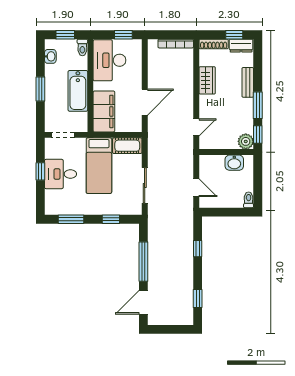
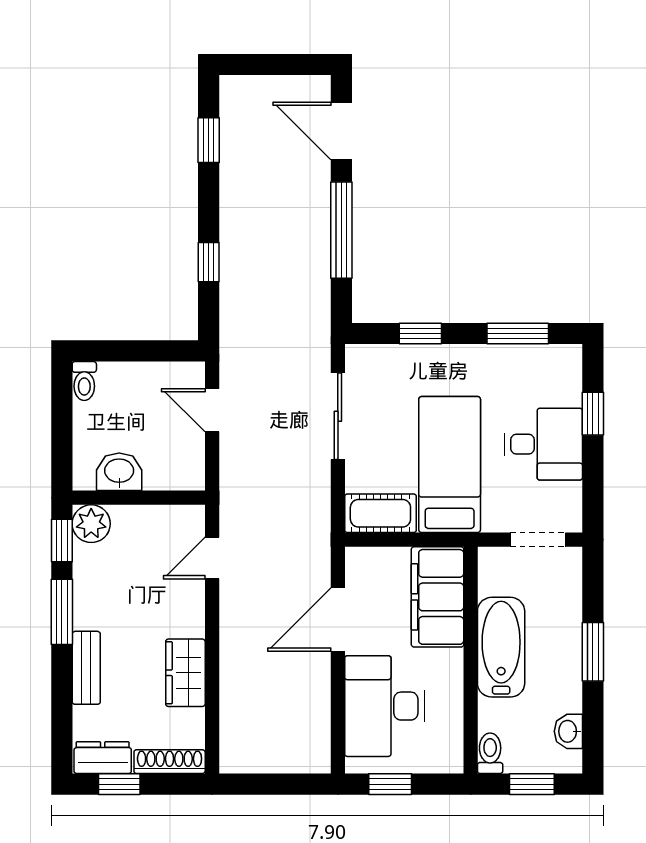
bookcase: (176, 44) -> (262, 763), removed
desk: (109, 60) -> (384, 706), moved, turned 180
window: (40, 171) -> (593, 414), moved
door: (143, 302) -> (341, 131), swing flipped

